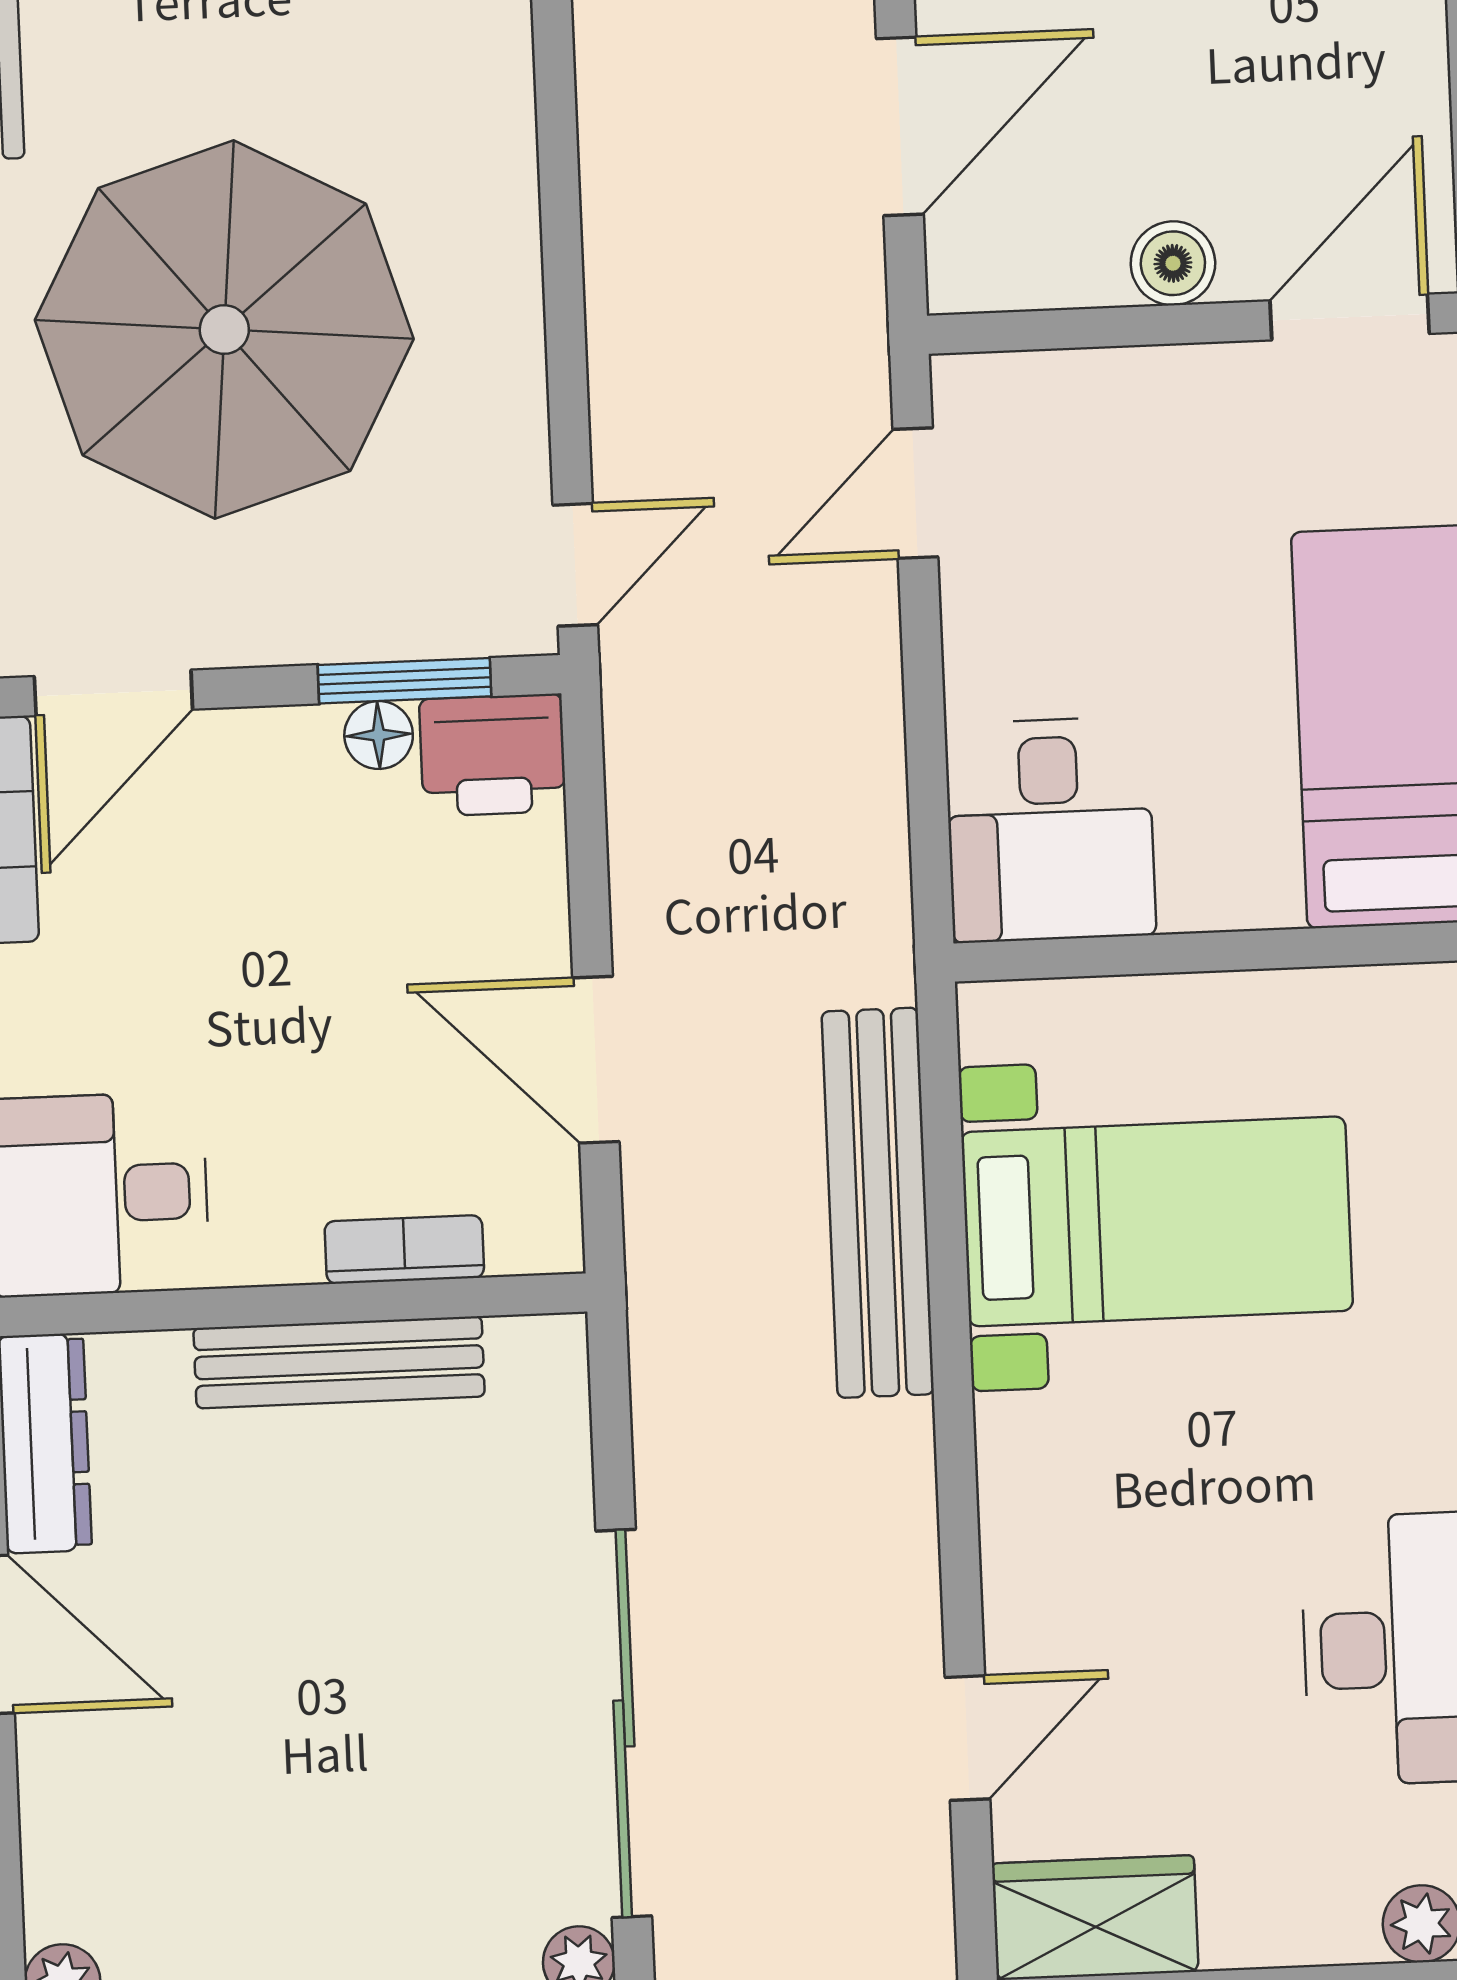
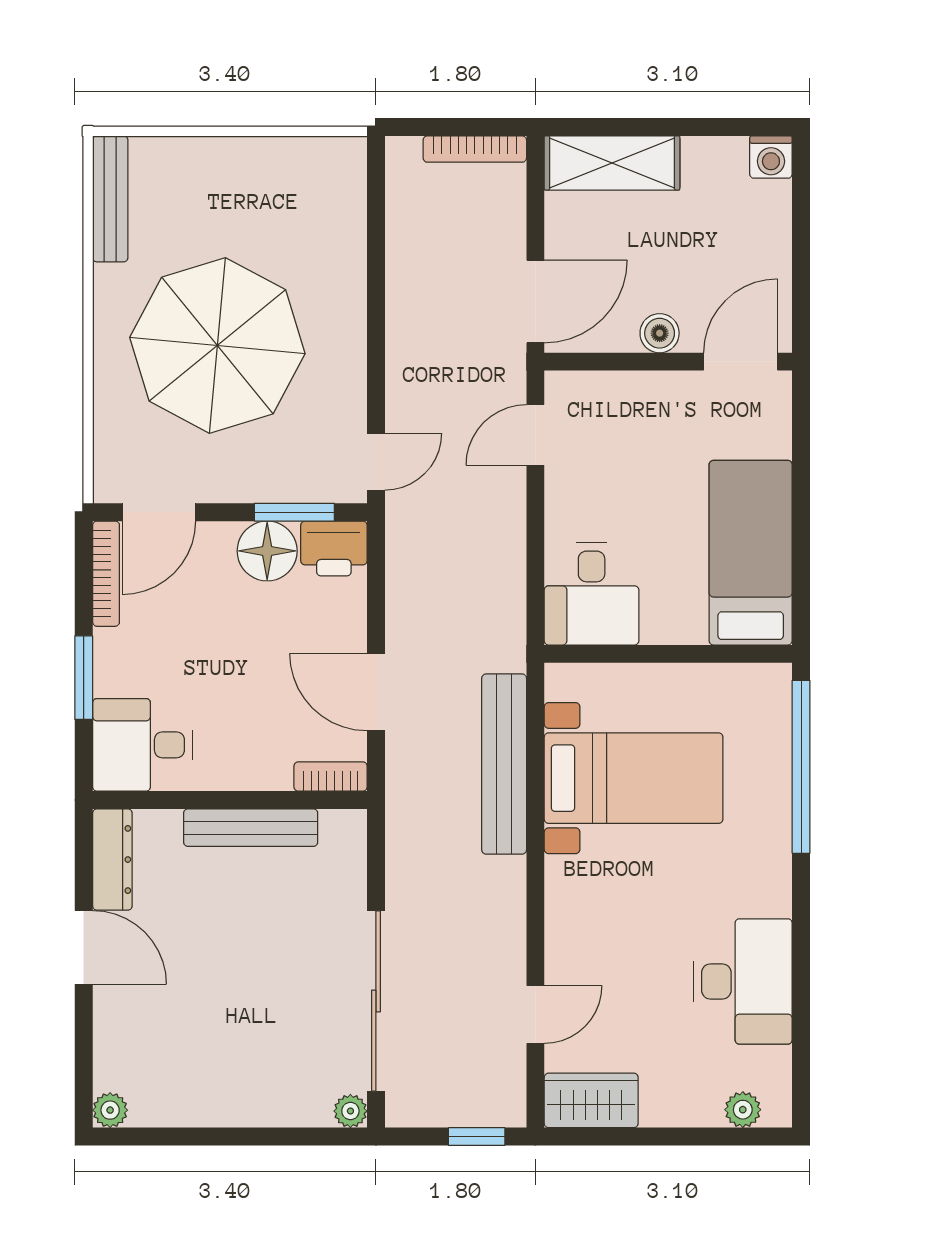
door: (900, 126) -> (535, 302), moved
floor lamp: (379, 735) -> (267, 551), width x1.89, depth x1.89
bookcase: (404, 1250) -> (331, 777), moved

